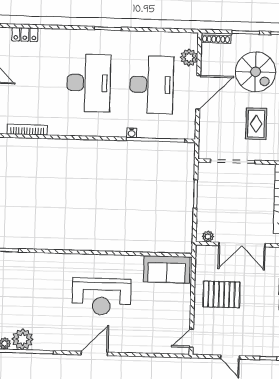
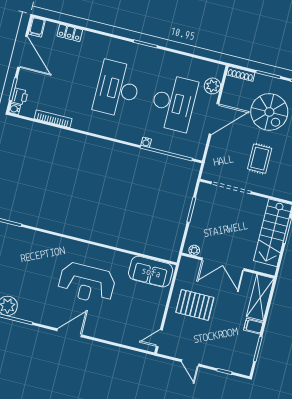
desk: (89, 83) -> (117, 89), turned 180

